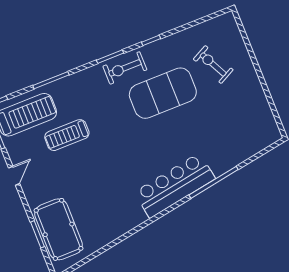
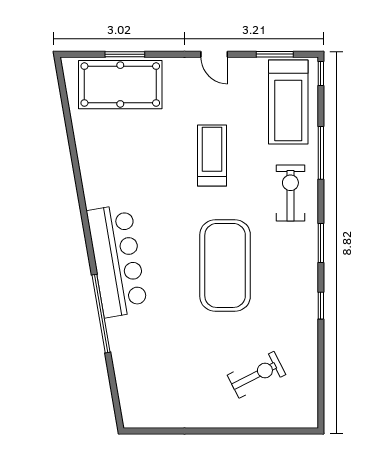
exercise bike: (125, 68) -> (290, 193), moved
exercise mat: (163, 93) -> (225, 265), moved
treadmill: (67, 135) -> (212, 156), moved

